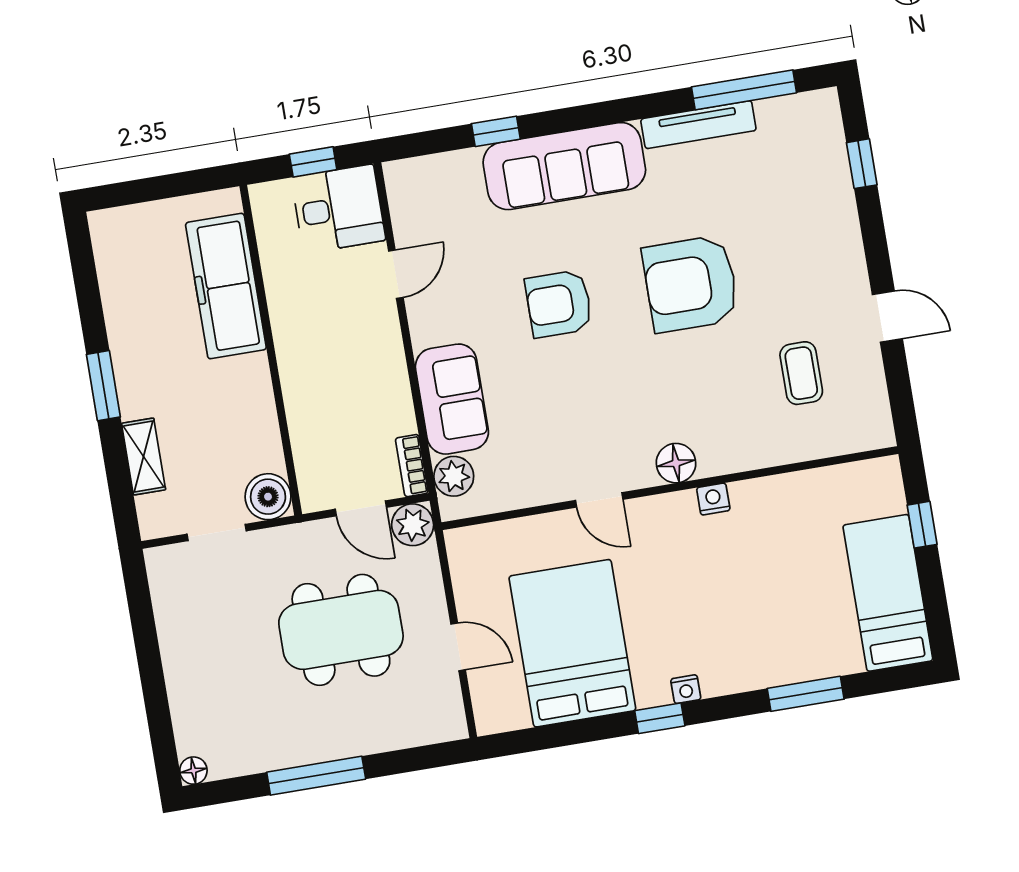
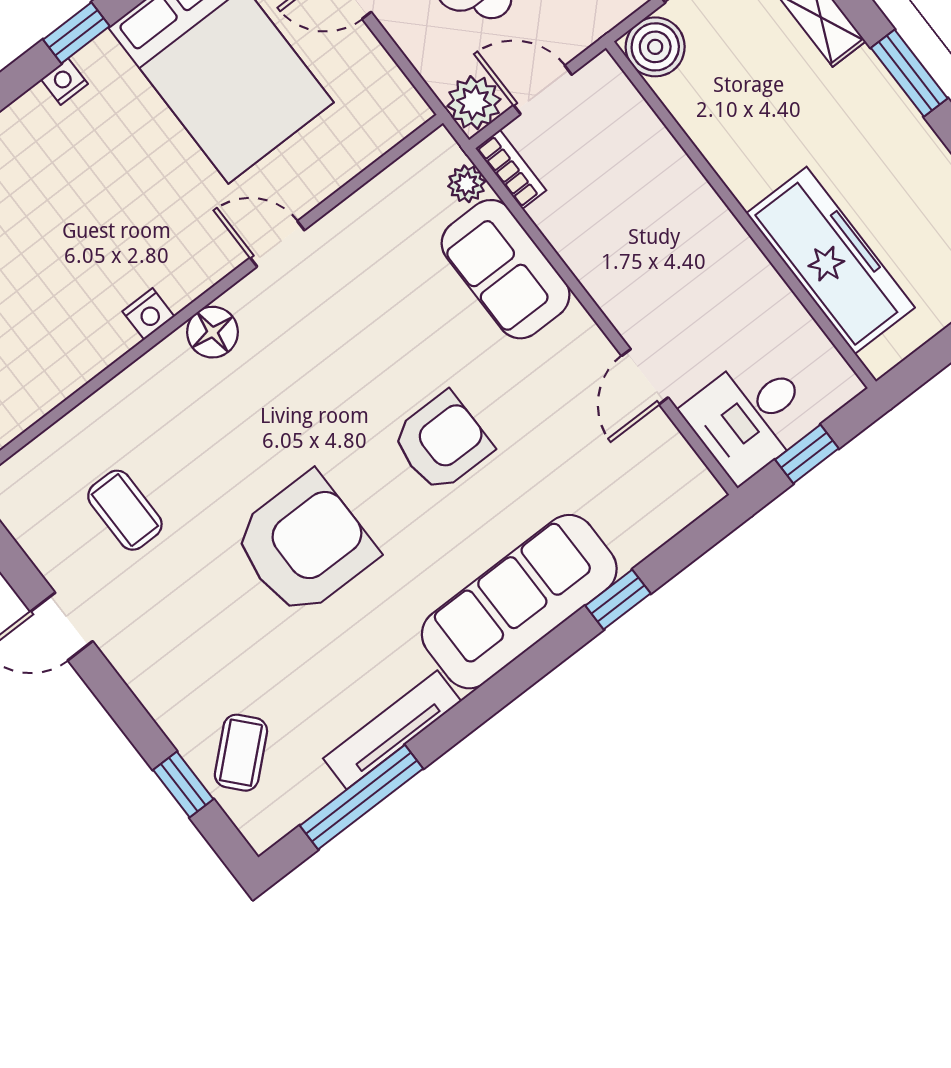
coffee table: (810, 164) -> (241, 753), added
plant: (454, 476) -> (467, 184), width x0.73, depth x0.73

